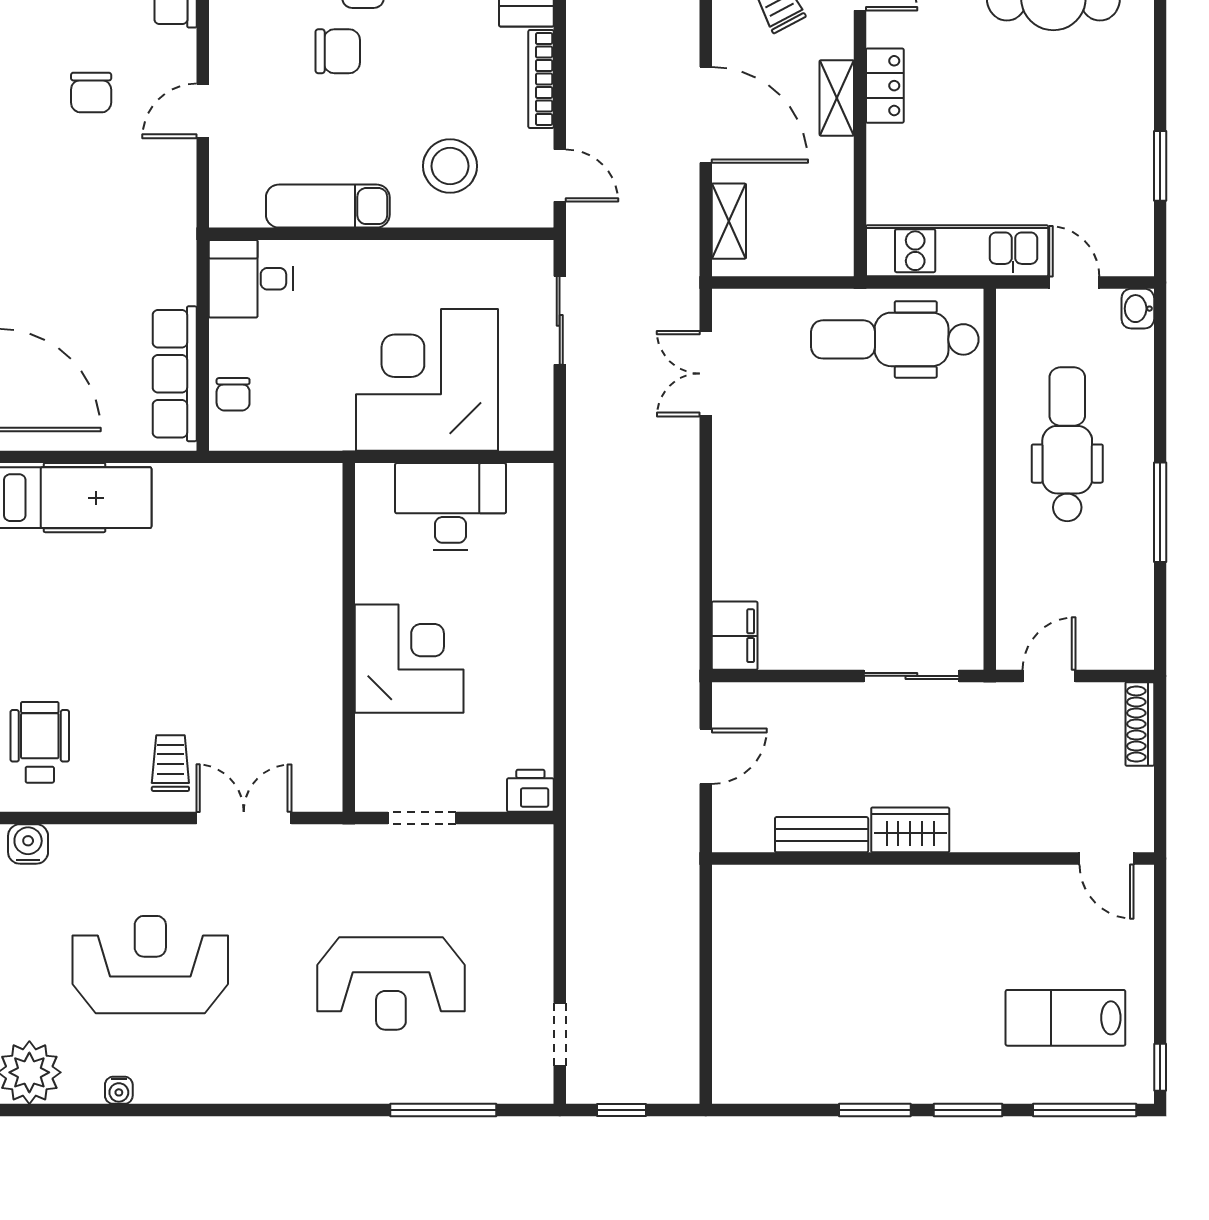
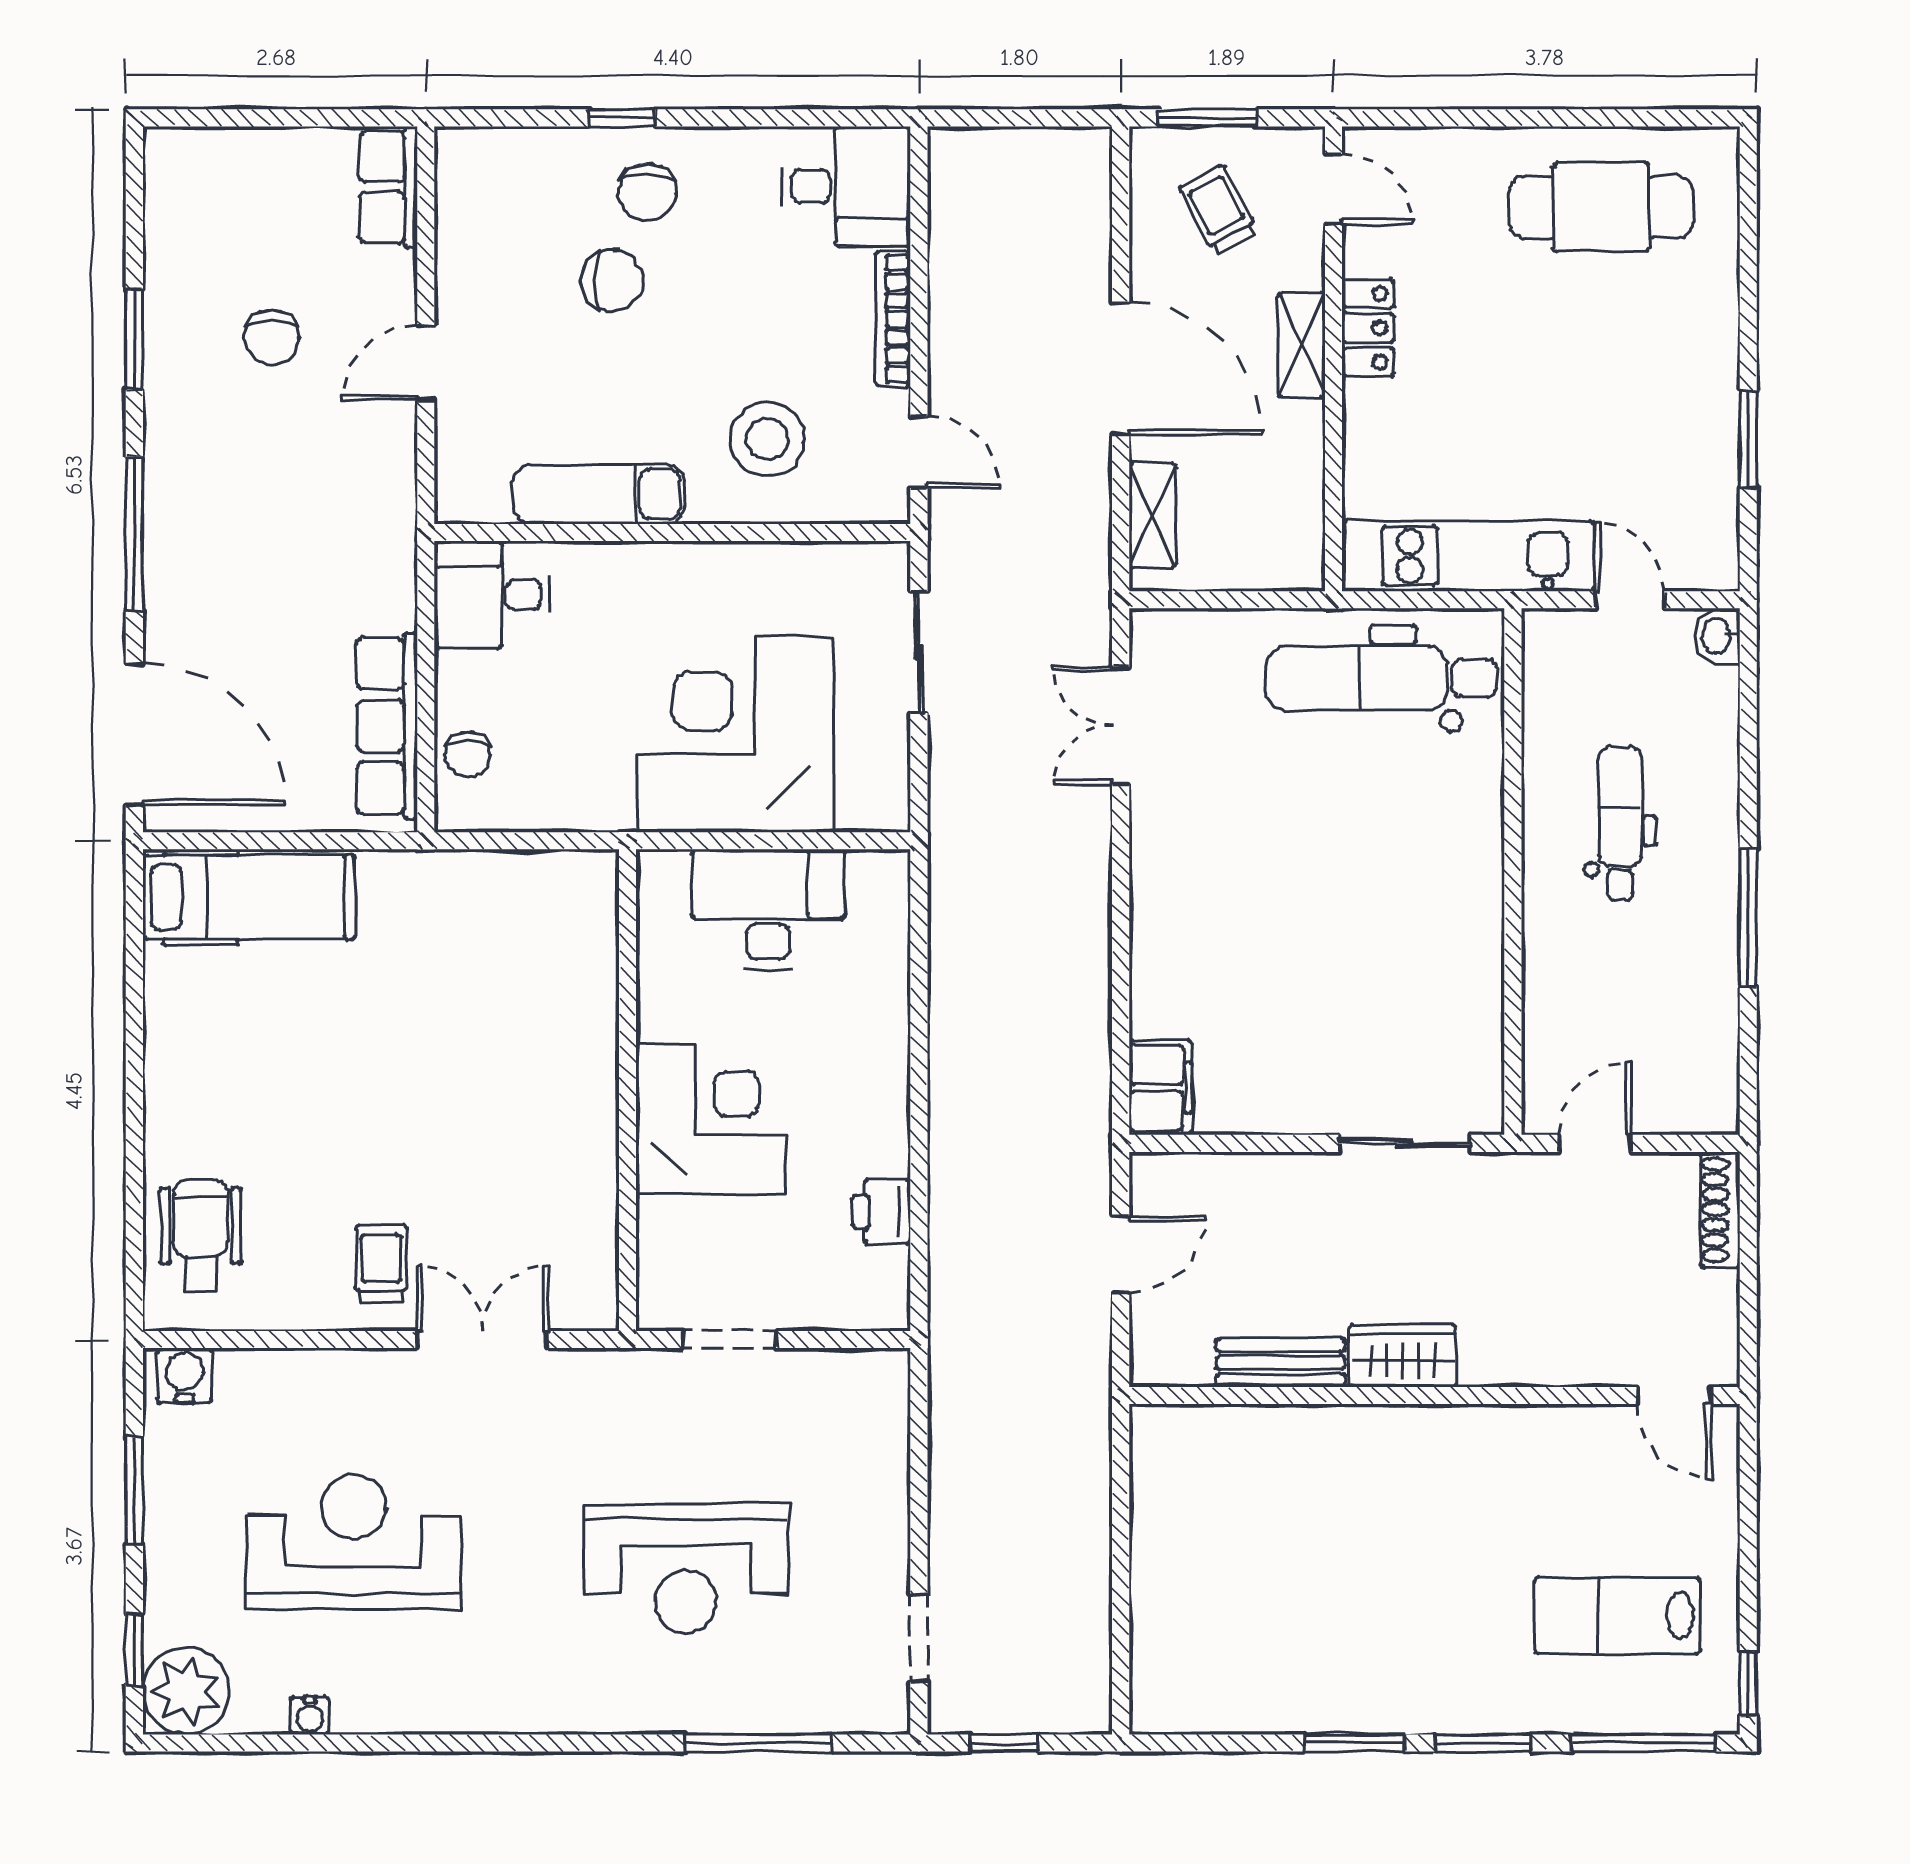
dental chair: (1067, 444) -> (1620, 823), width x0.73, depth x0.72
printer: (530, 791) -> (881, 1212), moved, turned -90

